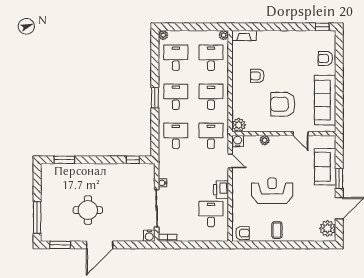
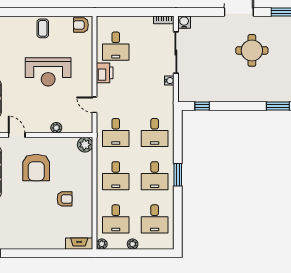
plant: (163, 35) -> (133, 244), moved
armchair: (283, 104) -> (36, 168), turned 90
water cooler: (238, 141) -> (86, 127), removed

